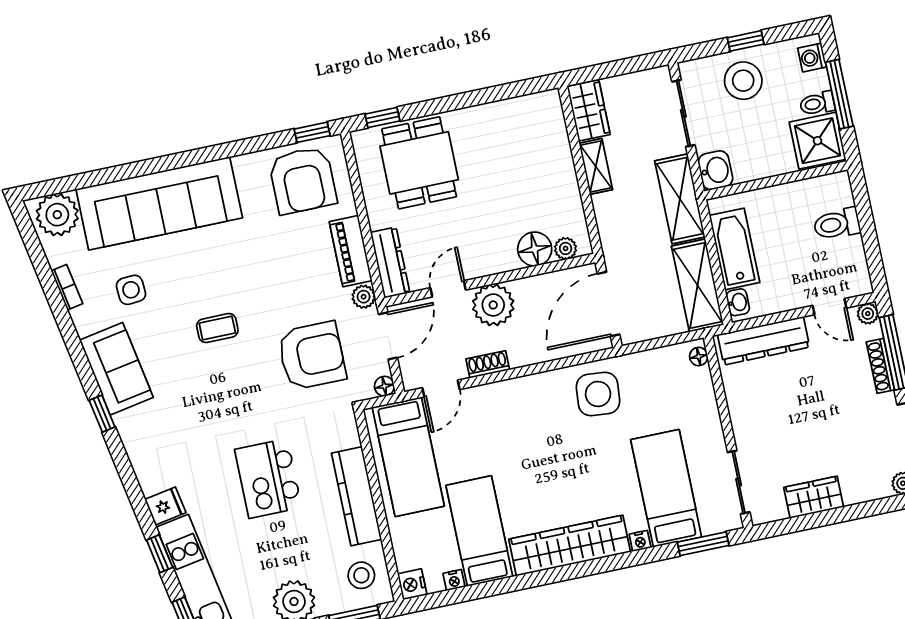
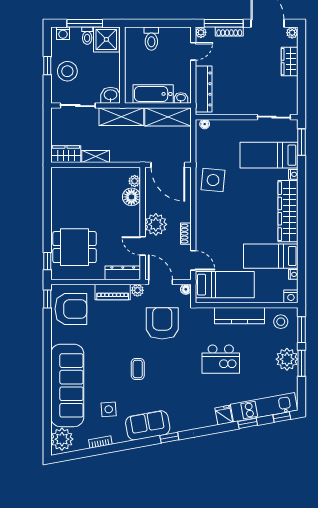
wardrobe: (814, 497) -> (290, 62), moved

